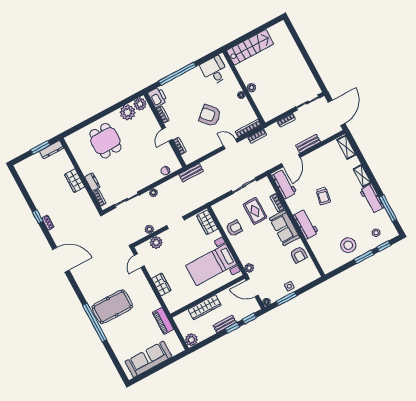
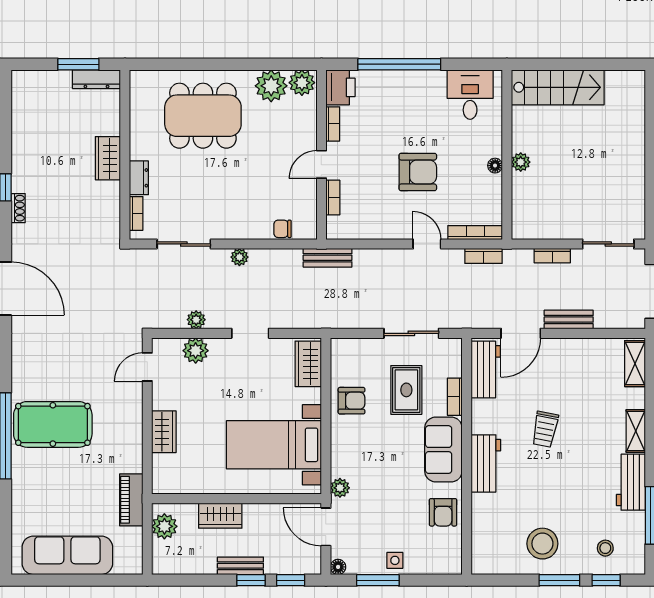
armchair: (210, 115) -> (418, 172), turned 132
dining table: (105, 141) -> (203, 116), width x1.38
wardrobe: (205, 307) -> (220, 516), width x0.67
plant: (191, 340) -> (164, 526), moved

